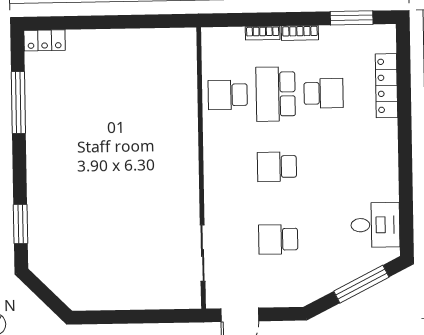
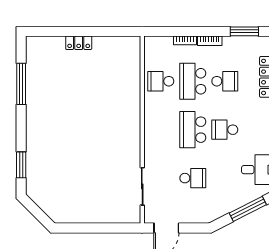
locker: (45, 40) -> (79, 43), moved
school desk: (325, 166) -> (225, 130), added
school desk: (277, 167) -> (193, 130), width x1.85
school desk: (278, 239) -> (193, 178), turned 180

